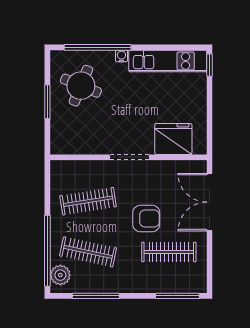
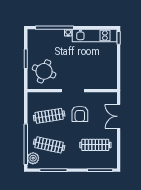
round table: (81, 86) -> (44, 71), moved
fridge: (173, 139) -> (98, 80), removed
double door: (209, 202) -> (119, 116), width x0.73
armchair: (146, 218) -> (80, 114), moved, turned 90

